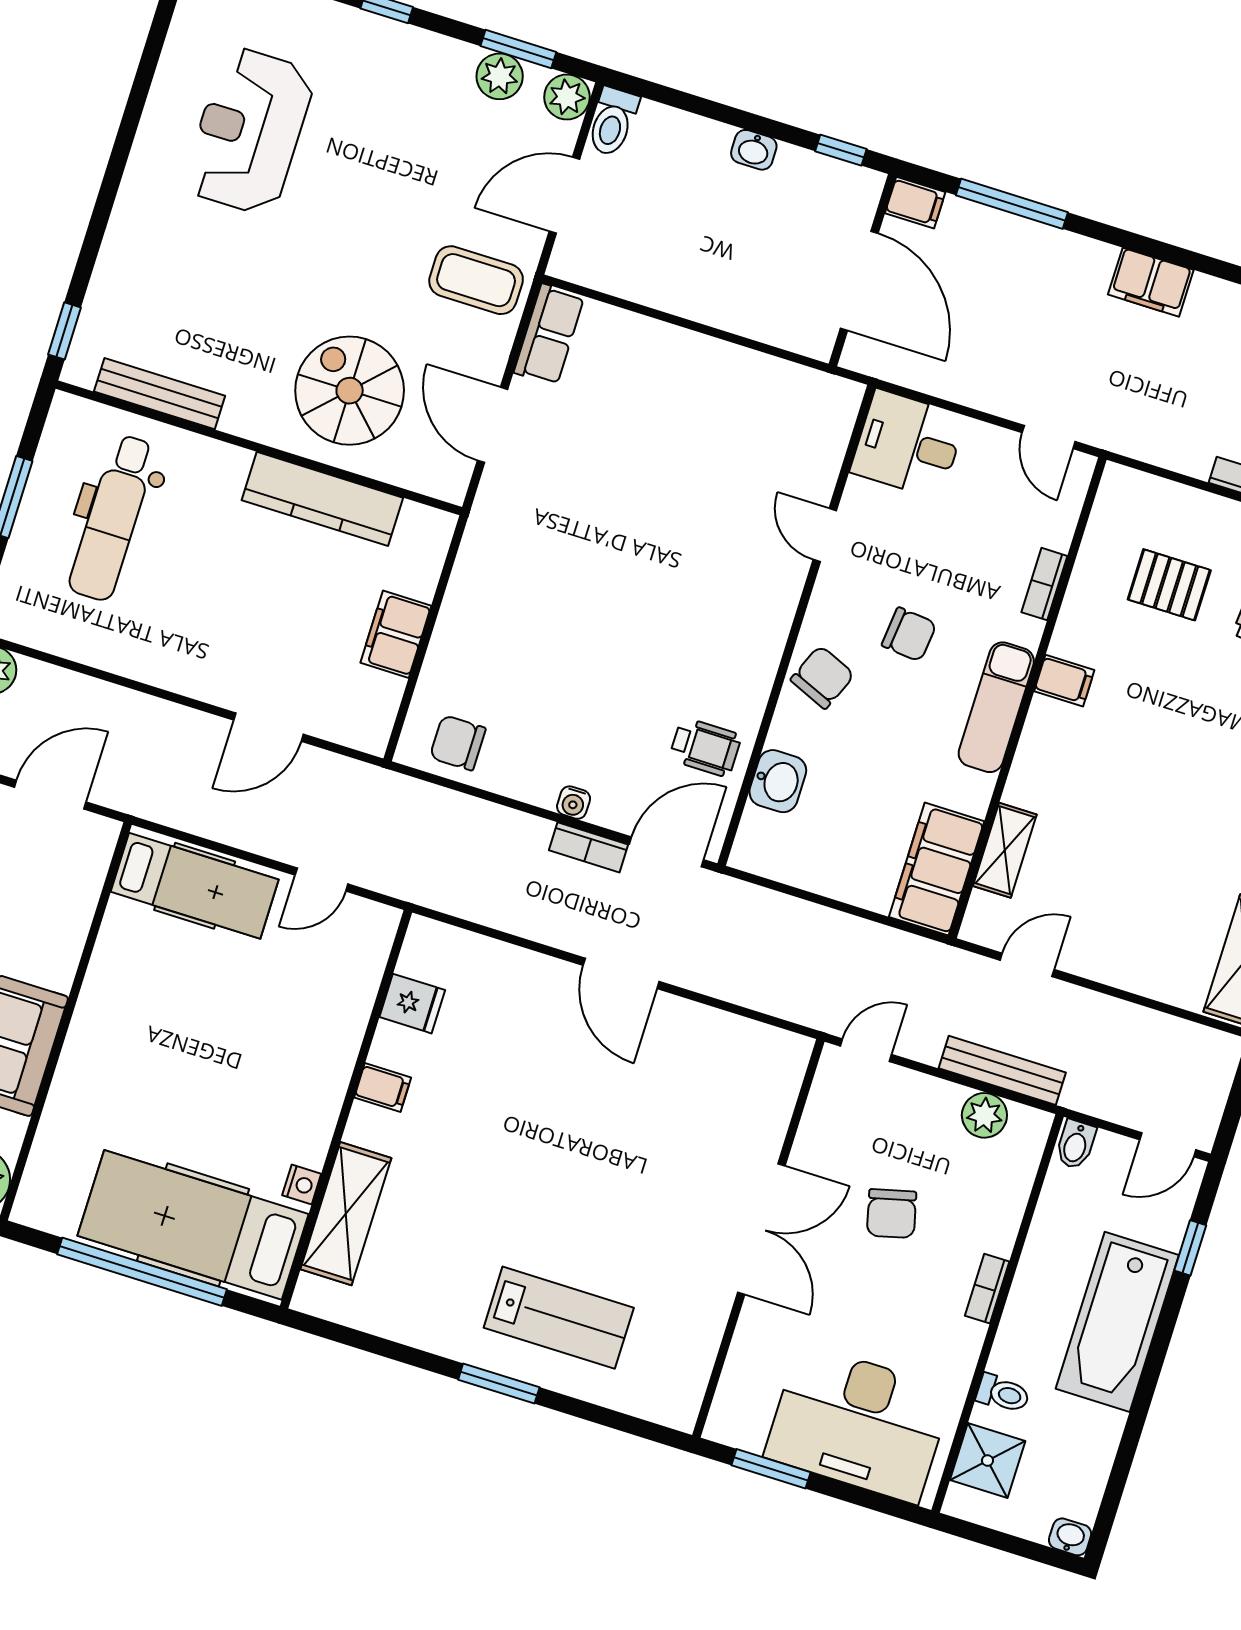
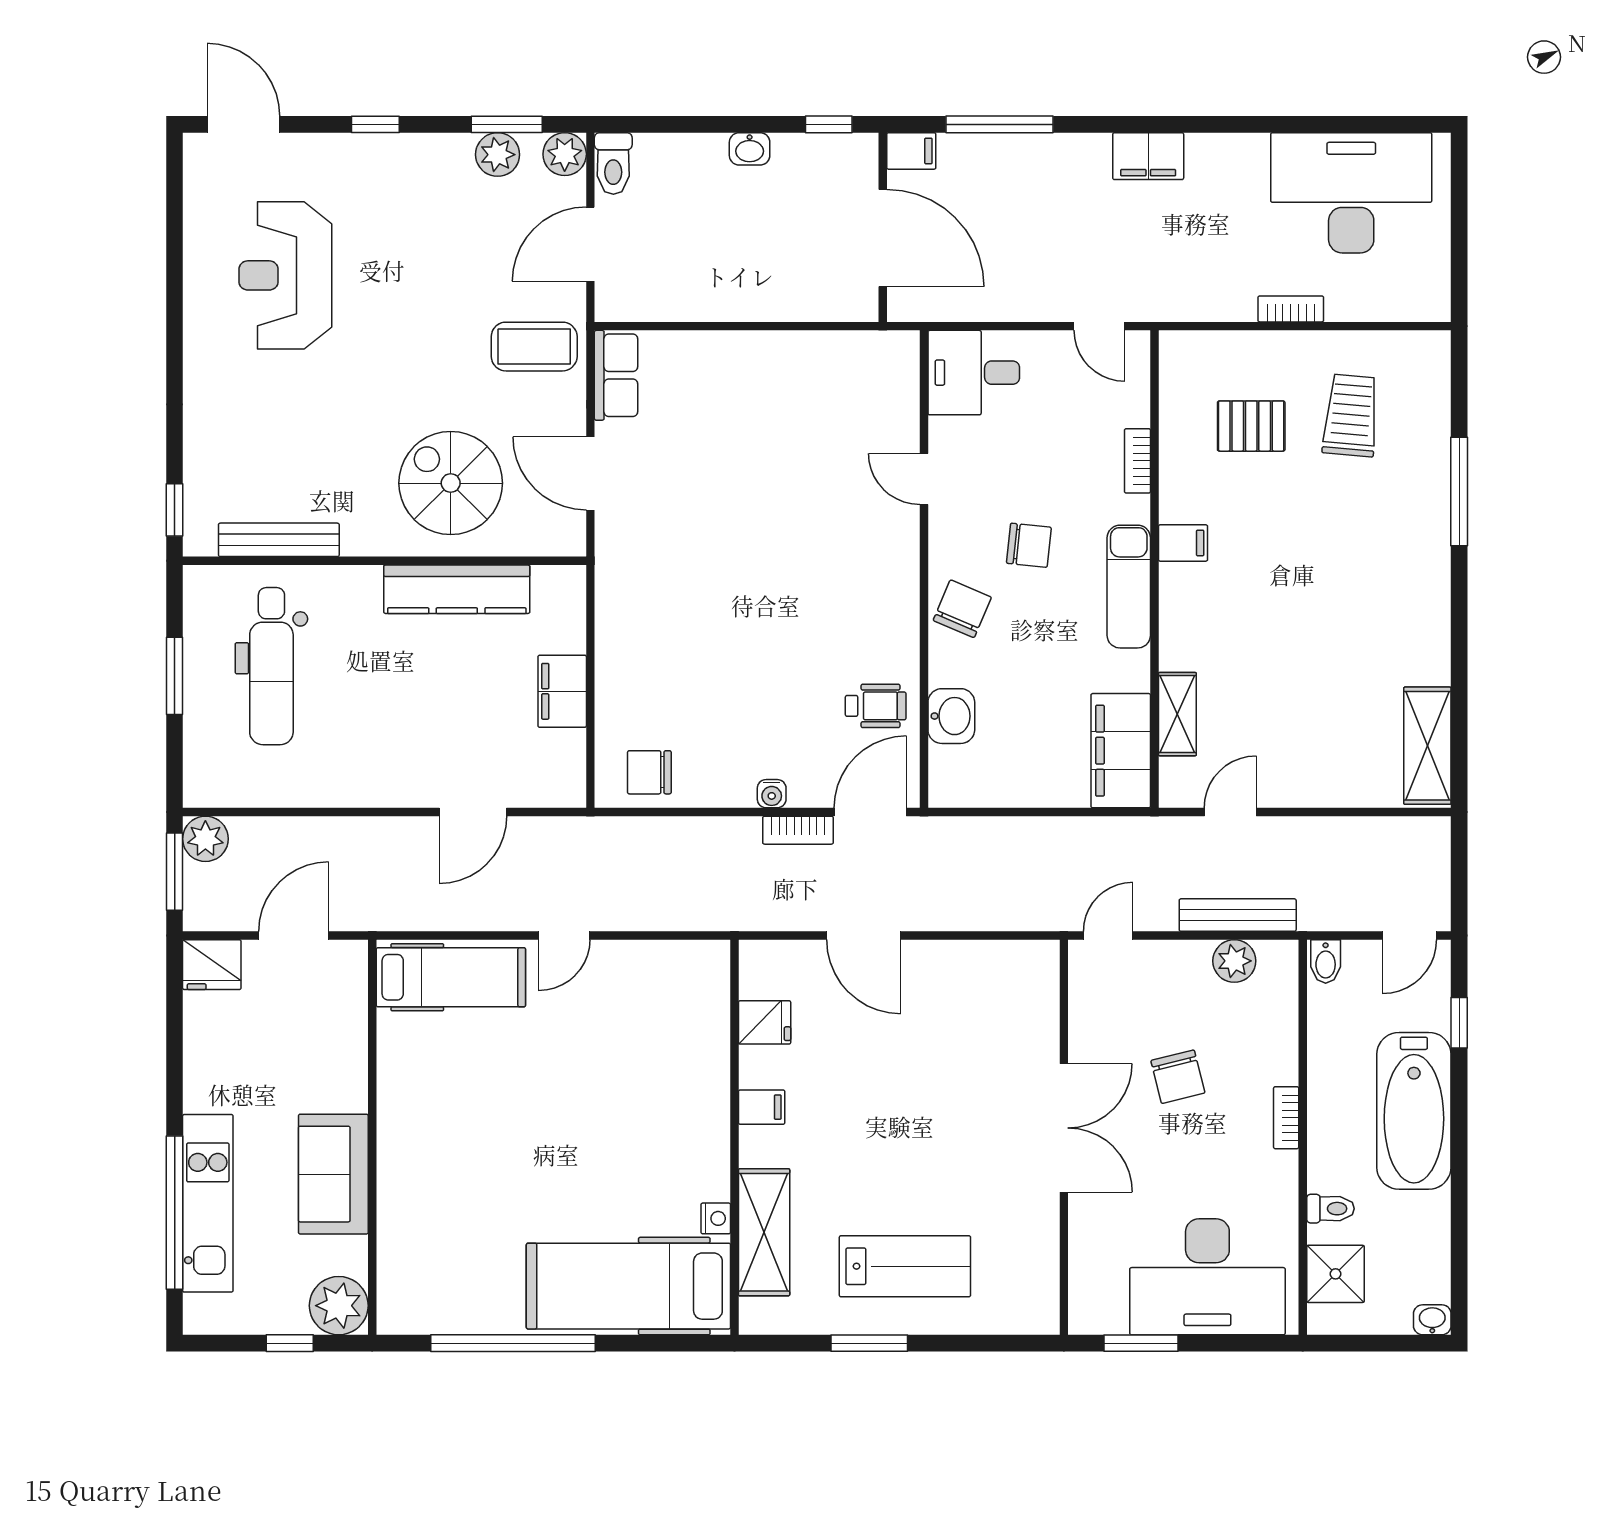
fridge: (412, 1004) -> (765, 1022), moved
filing cabinet: (383, 1087) -> (762, 1107), moved
wall: (346, 1109) -> (734, 1137), moved
nightstand: (302, 1185) -> (716, 1218), moved
shelving: (346, 1214) -> (764, 1232), moved
hospital bed: (193, 1225) -> (628, 1286), moved

